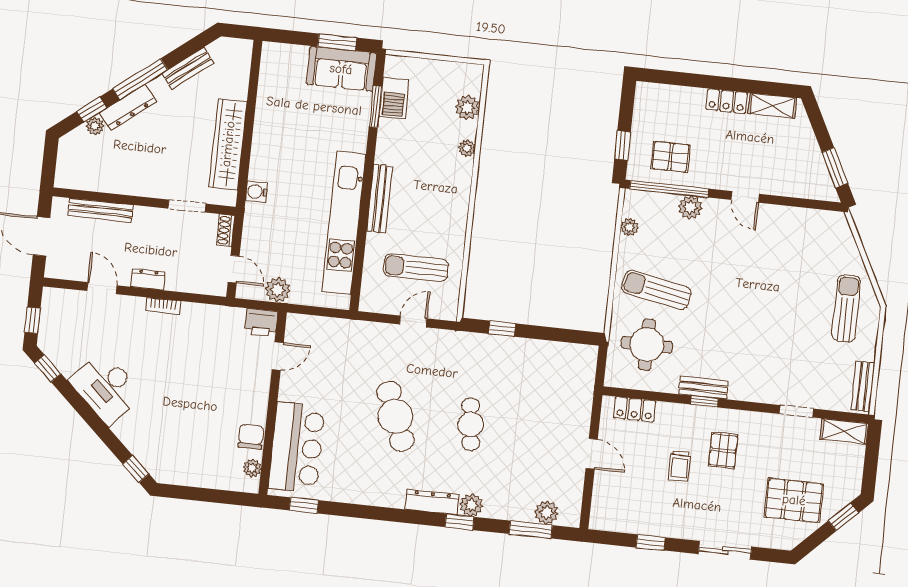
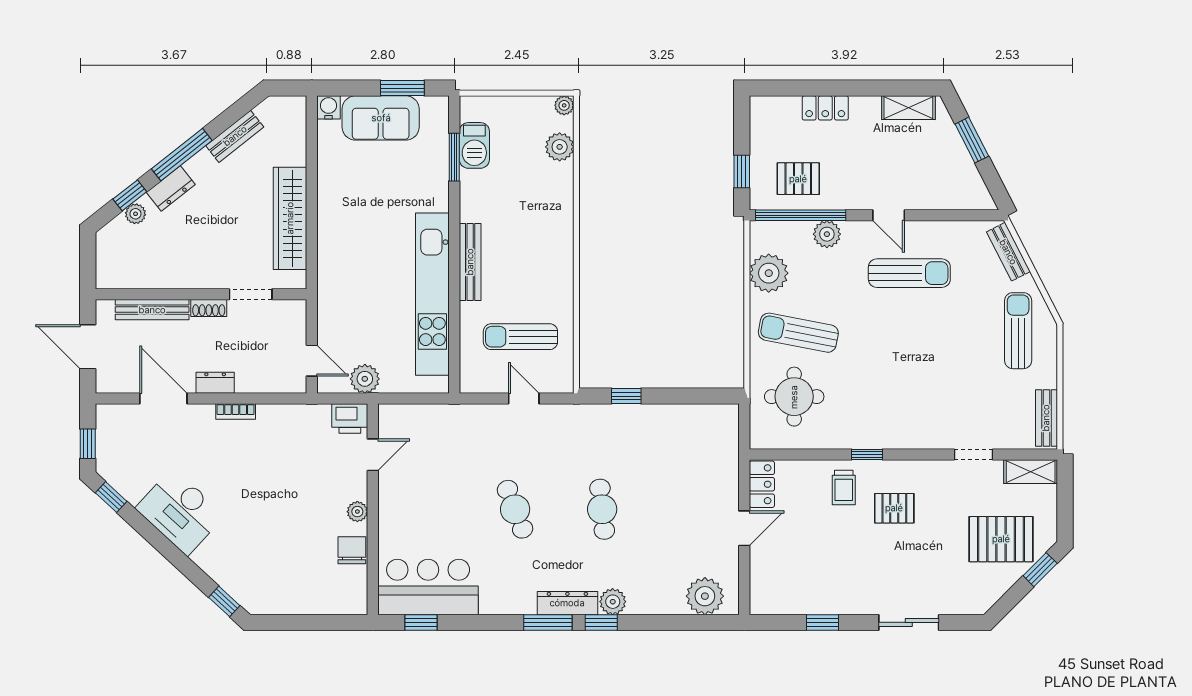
sofa: (341, 69) -> (381, 118), moved
locker: (727, 101) -> (825, 108), moved
dresser: (128, 107) -> (171, 188), width x0.70
plant: (467, 148) -> (564, 105), moved
window: (835, 168) -> (972, 140), moved
water cooler: (256, 192) -> (328, 107), moved, turned 90
plant: (629, 227) -> (769, 273), width x1.87, depth x1.87
shoe rack: (226, 230) -> (209, 308), moved, turned -90
sun lounger: (758, 249) -> (909, 273), added
door: (102, 288) -> (163, 399), width x1.38
door: (413, 321) -> (524, 399), hinge flipped
bench: (703, 388) -> (1008, 252), moved, turned 63
locker: (635, 409) -> (762, 484), moved, turned -90
cafe table: (395, 416) -> (515, 509), width x0.73, depth x0.74
bar counter: (297, 447) -> (428, 587), moved, turned -90
pallet: (723, 450) -> (894, 508), turned 90
door: (592, 454) -> (744, 528), hinge flipped
trolley: (679, 466) -> (844, 488), moved
plant: (252, 468) -> (357, 512), moved
pallet: (794, 500) -> (1001, 539), moved
plant: (547, 513) -> (705, 596), width x1.36, depth x1.36
window: (531, 530) -> (548, 622), moved

